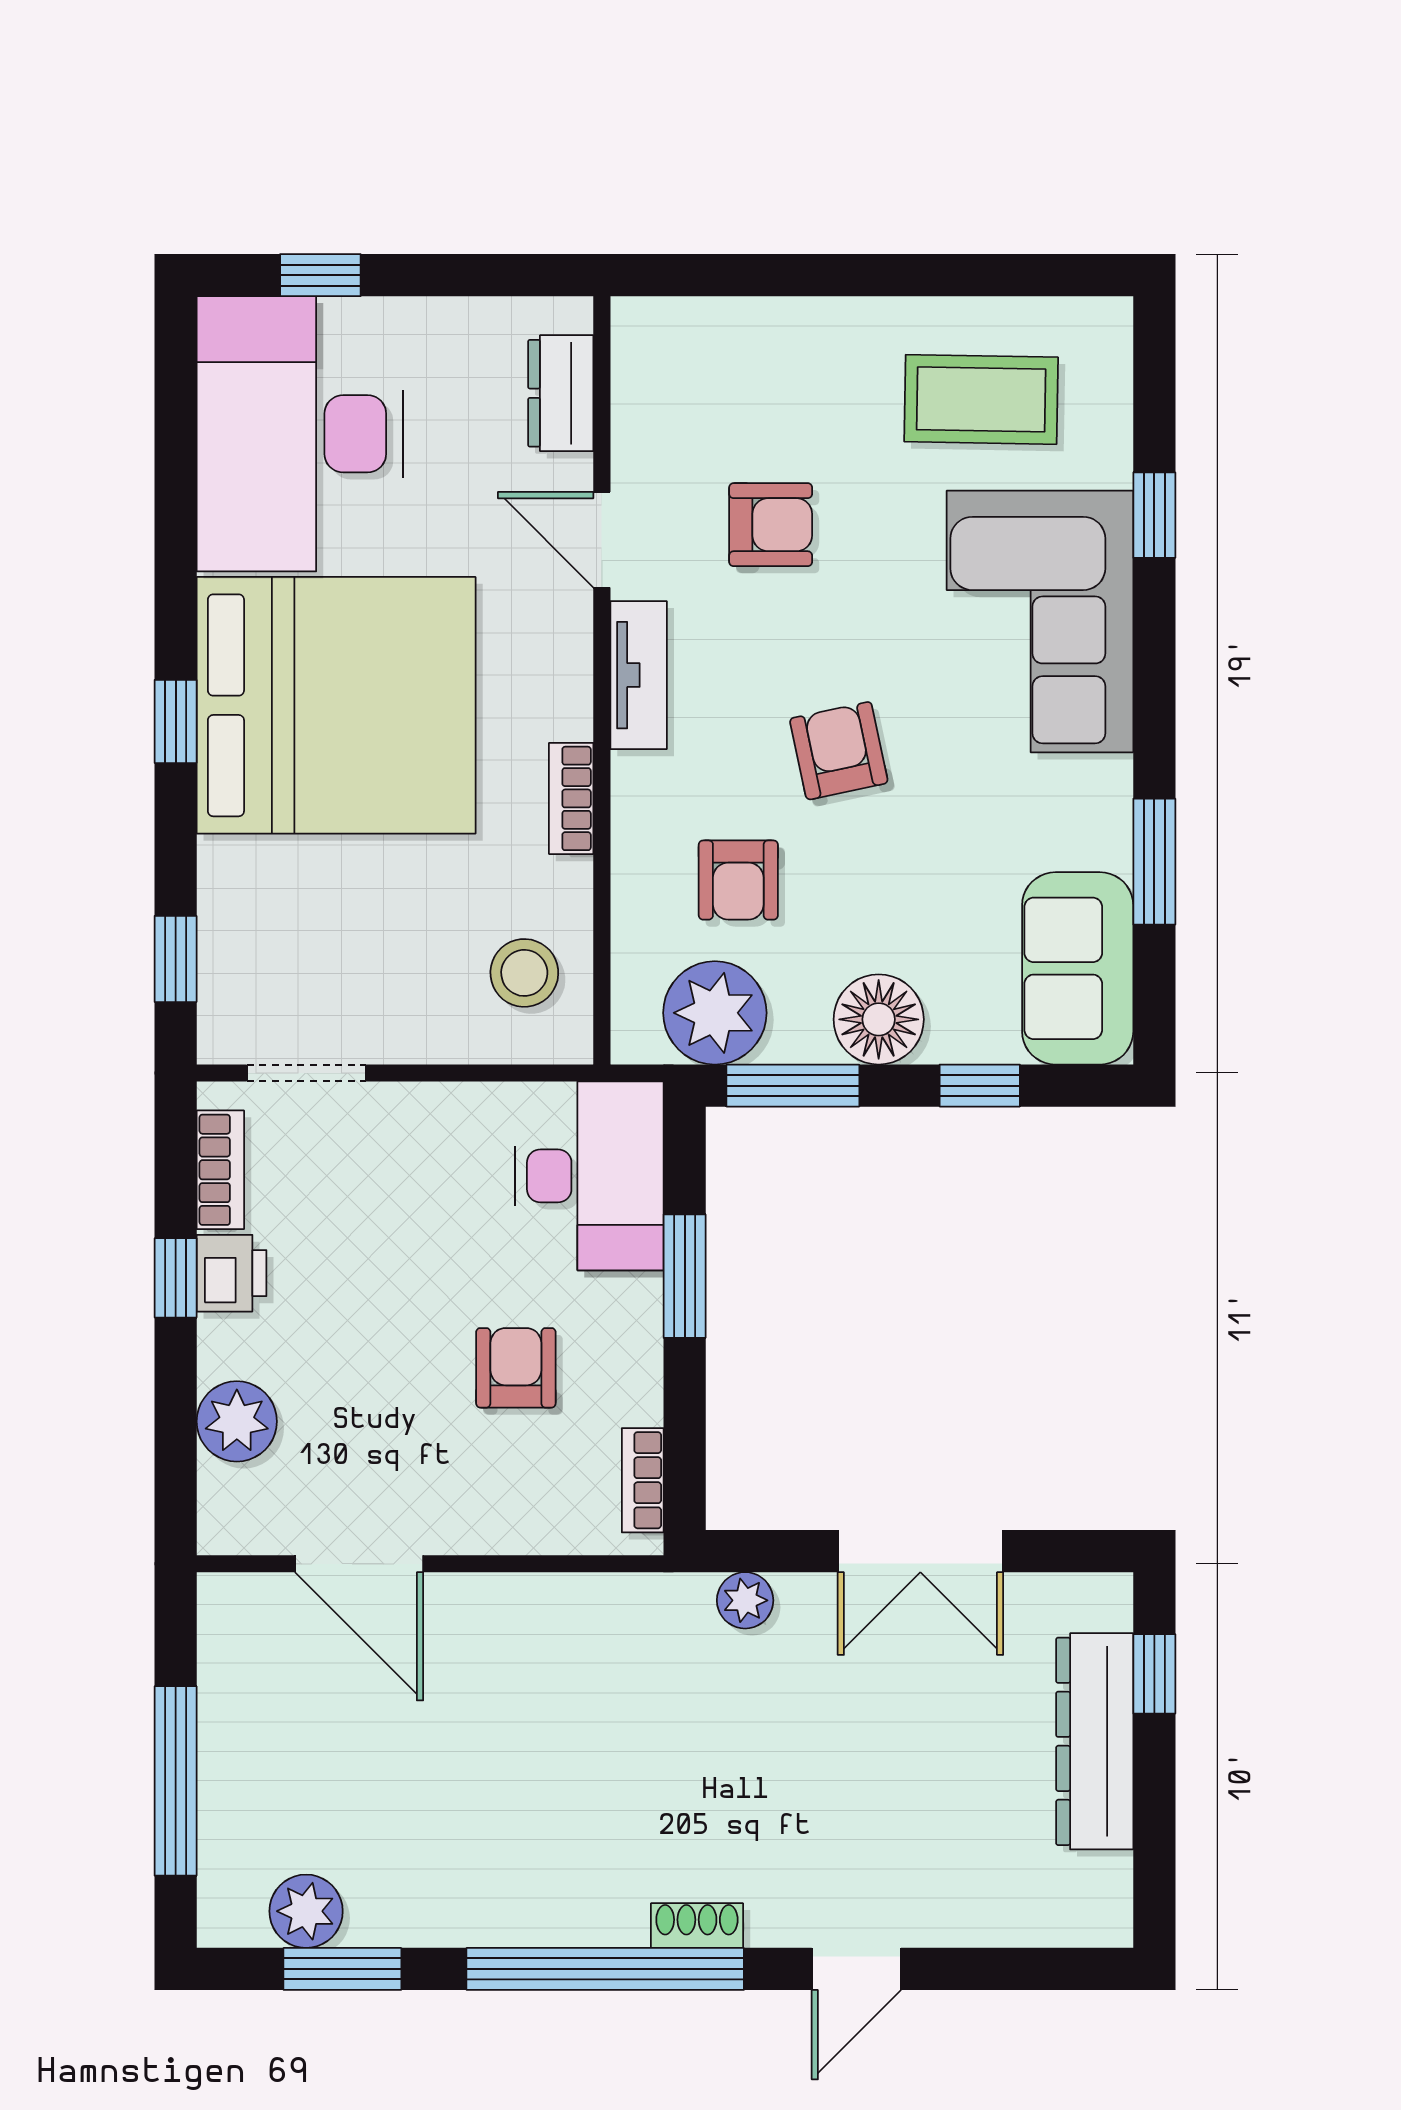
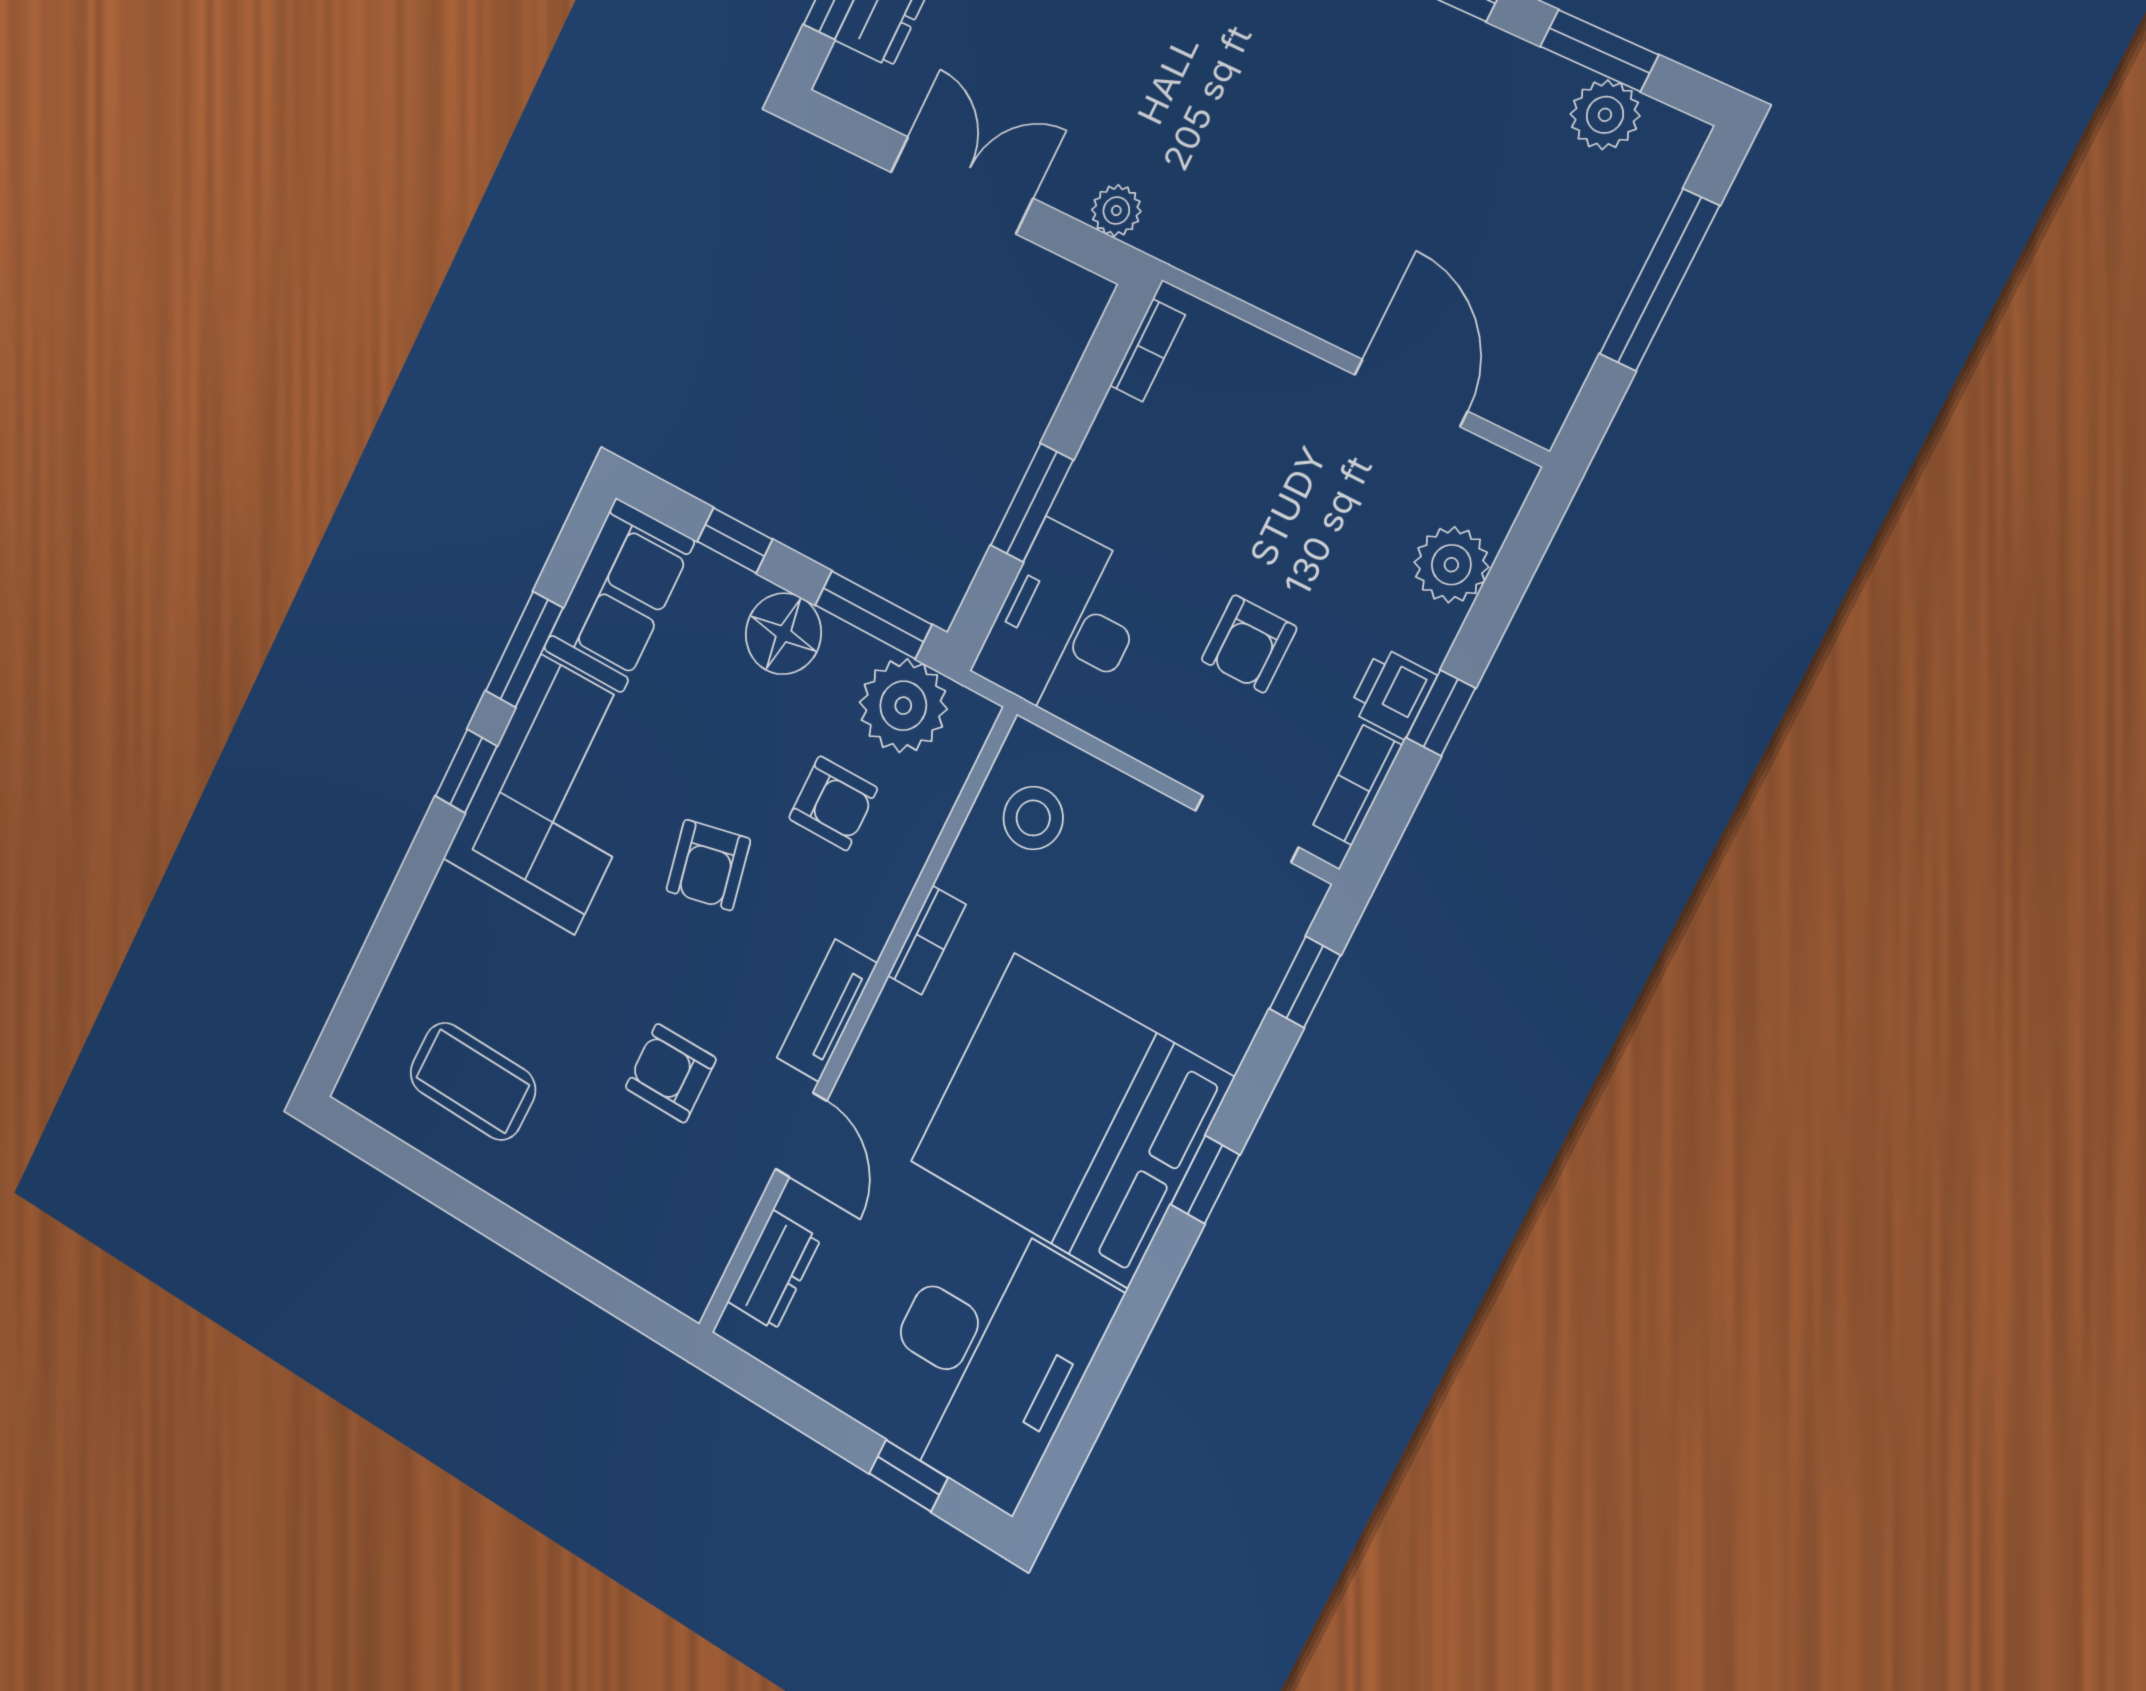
window: (1154, 515) -> (466, 771), moved
corner sofa: (1040, 621) -> (558, 794), moved
armchair: (738, 880) -> (833, 803), turned 90
armchair: (516, 1368) -> (1249, 644), moved

